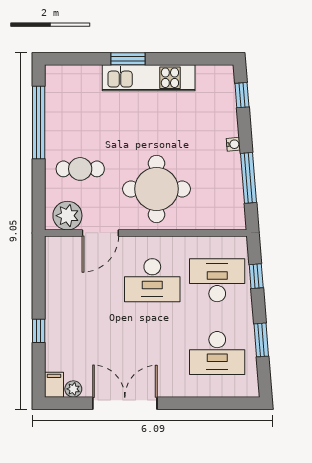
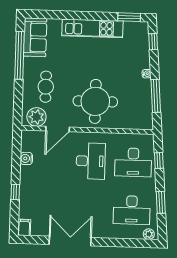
window: (128, 59) -> (129, 17), moved
sofa: (61, 94) -> (35, 37), added
cafe table: (80, 169) -> (46, 87), turned 90
water cooler: (54, 279) -> (26, 158), added
desk: (152, 280) -> (91, 161), turned -90
desk: (217, 280) -> (133, 162), turned 180
plant: (73, 389) -> (149, 234), moved

